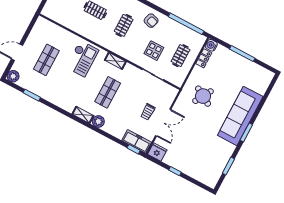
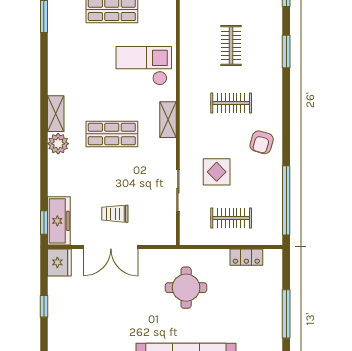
water cooler: (211, 45) -> (273, 258), removed
checkout: (82, 59) -> (144, 66), turned 180
round table: (203, 96) -> (186, 288), turned -30

